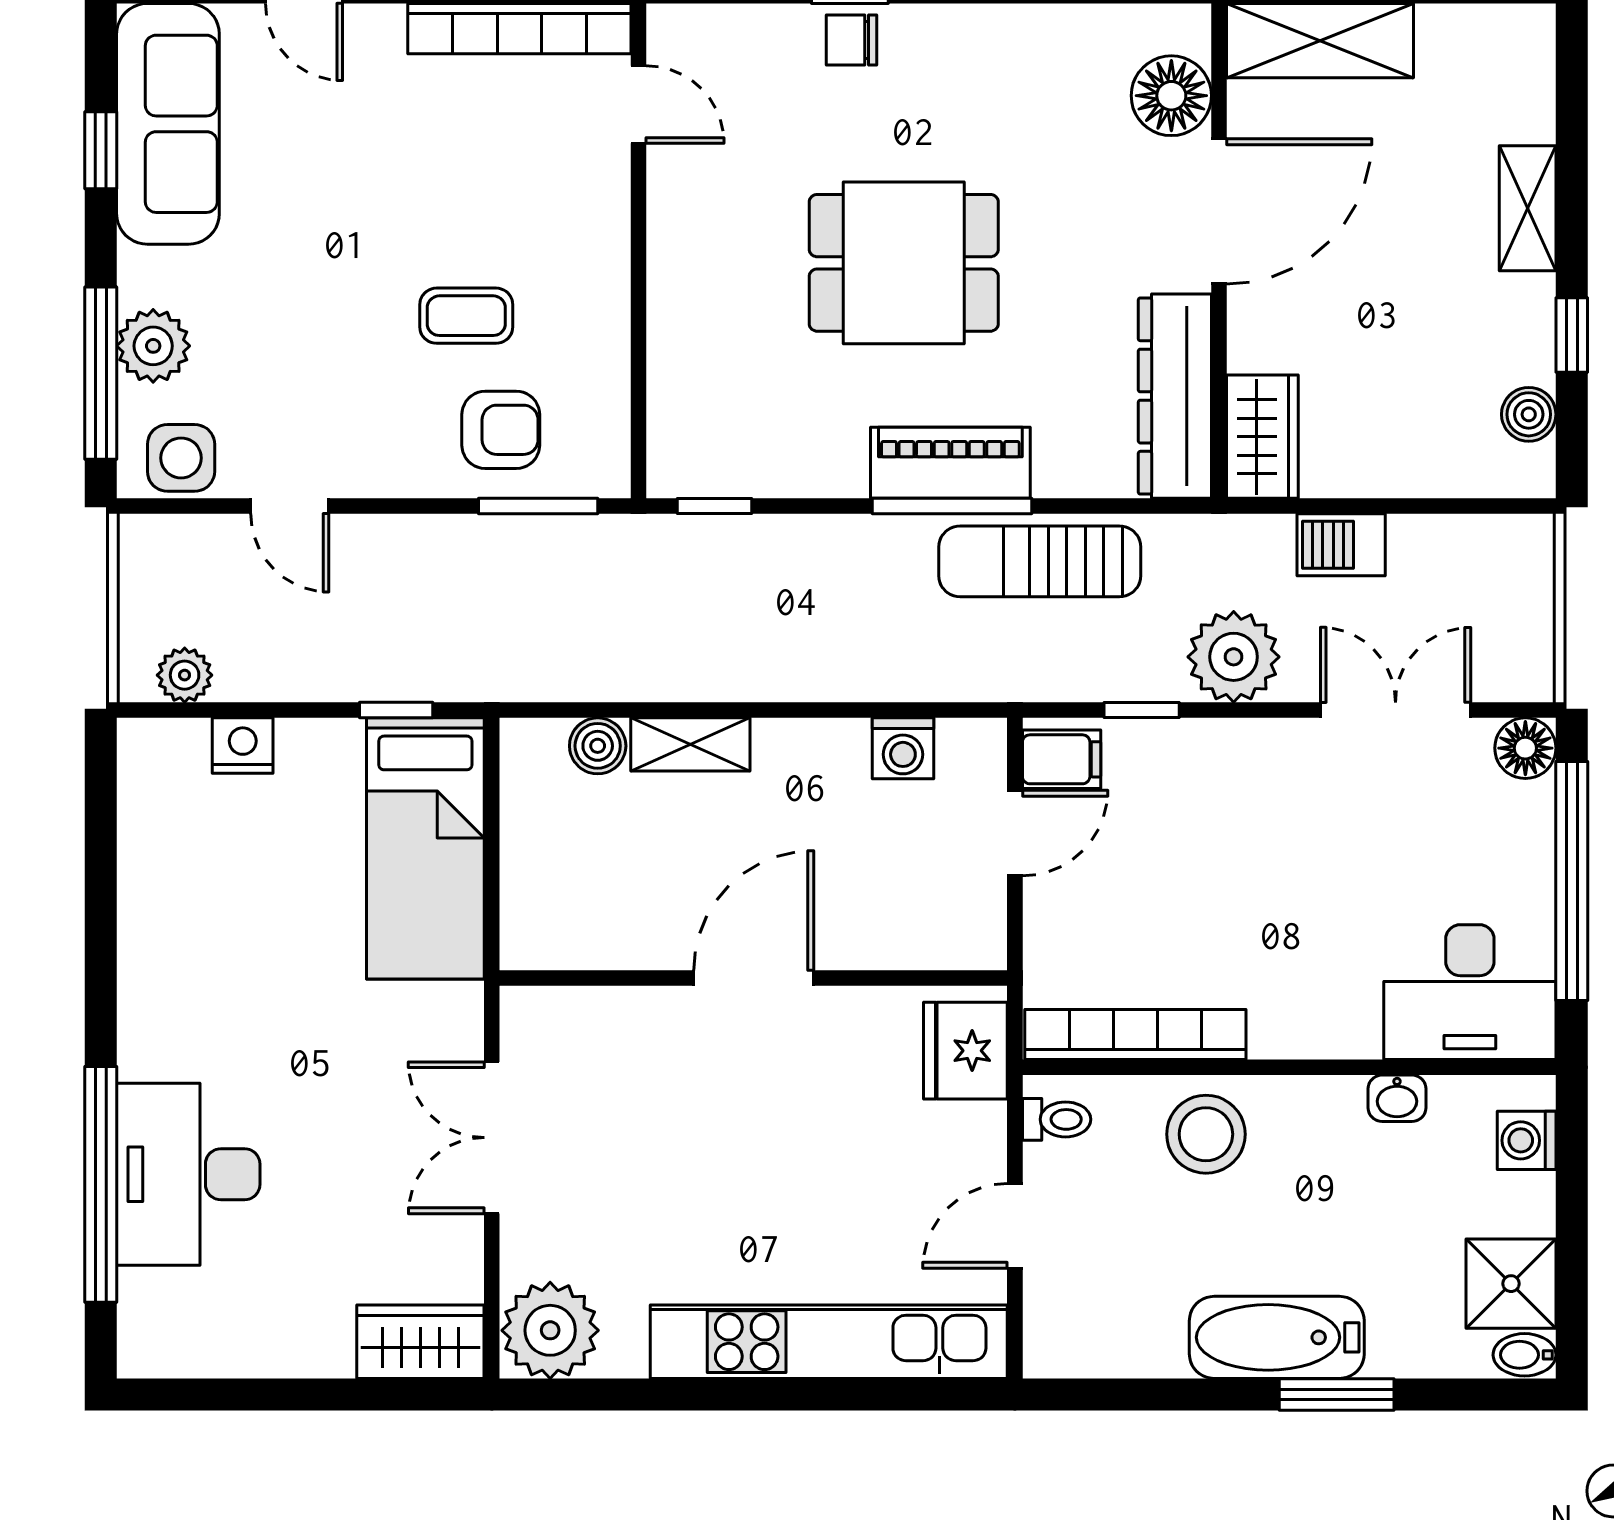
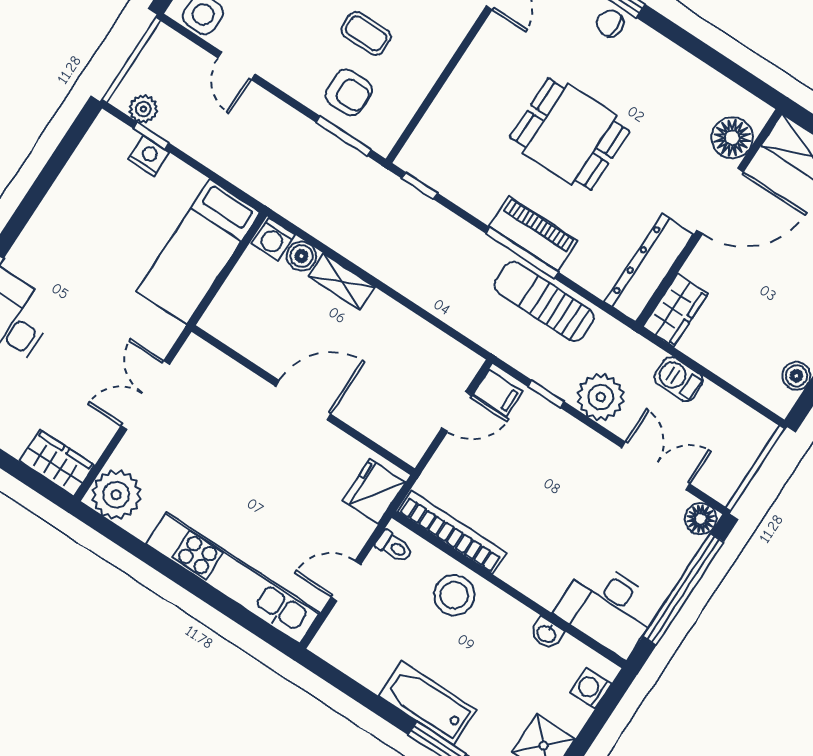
window: (396, 710) -> (151, 136), moved
washing machine: (903, 748) -> (273, 239), moved

